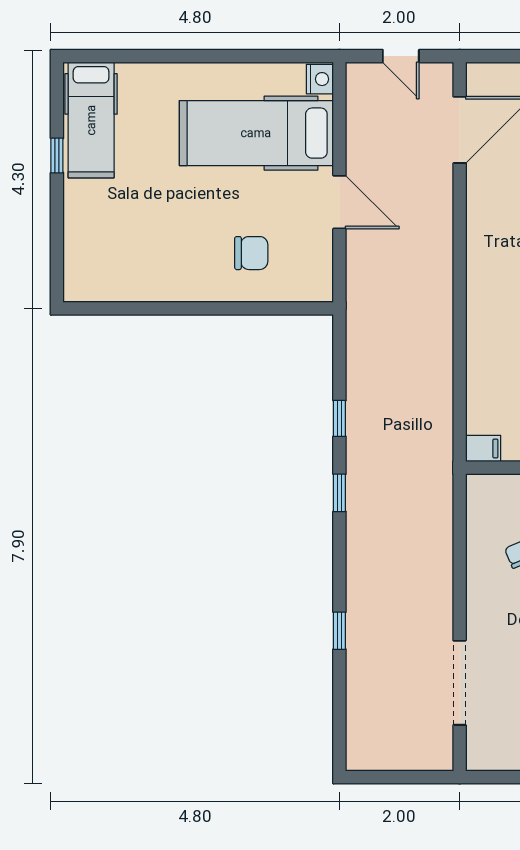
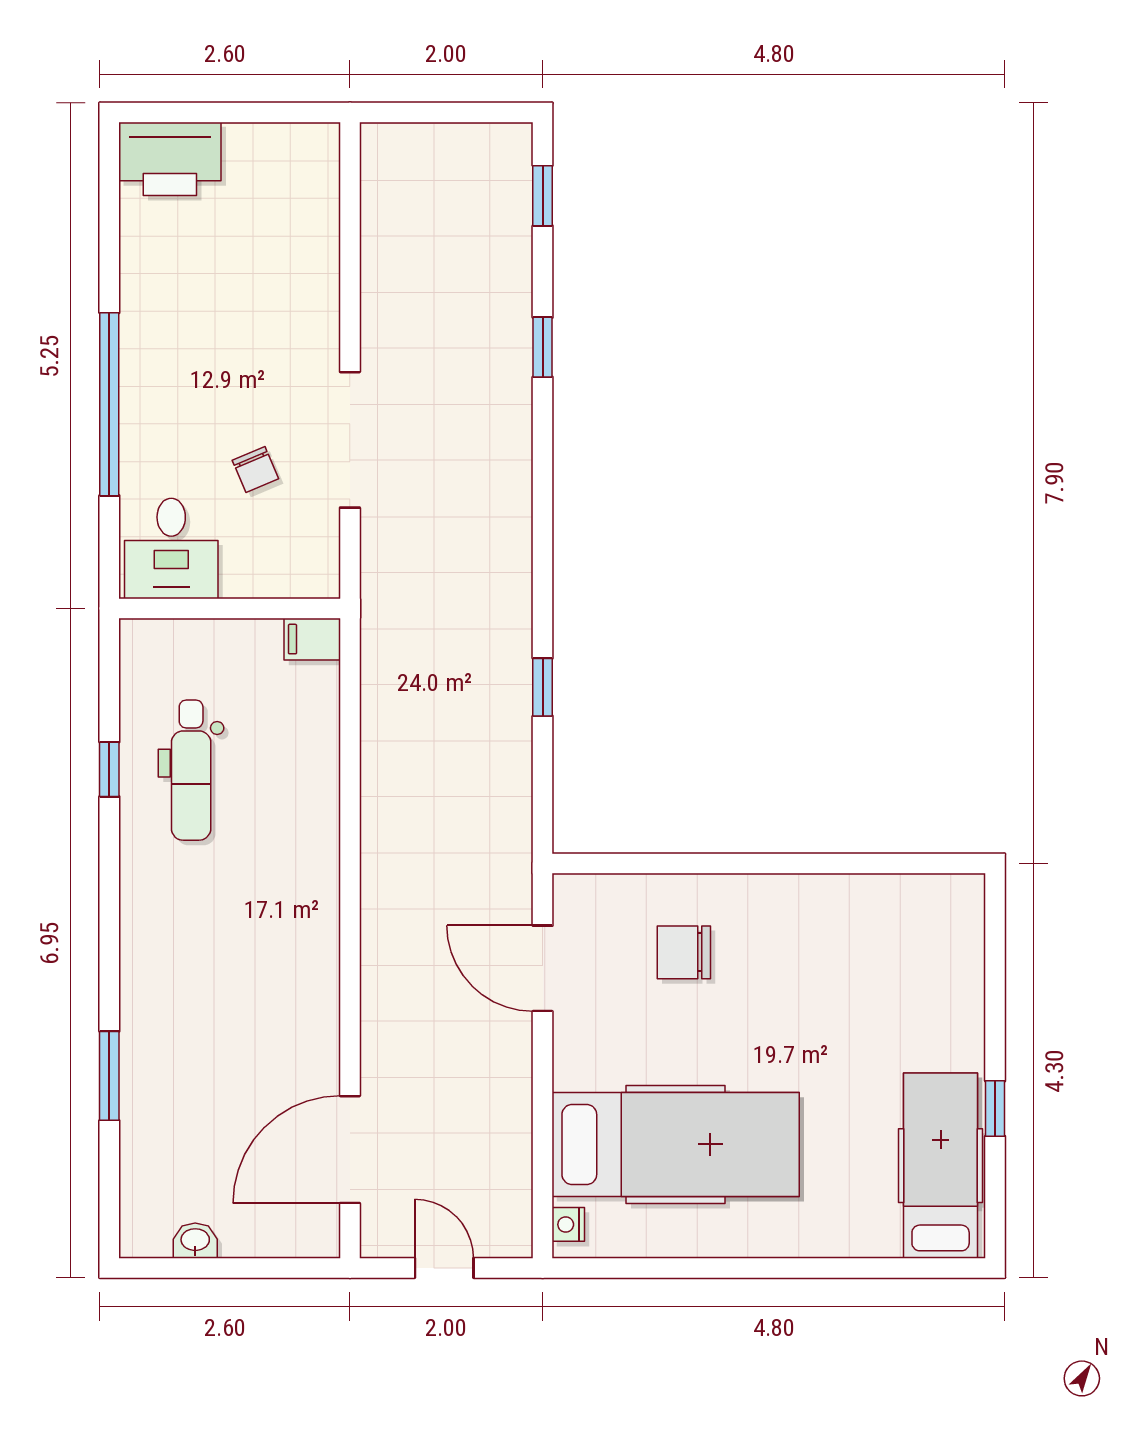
nightstand: (320, 79) -> (568, 1224), width x0.72, depth x0.74
door: (339, 202) -> (543, 968), moved
window: (339, 493) -> (543, 196), moved
doorway: (460, 683) -> (350, 440), moved

